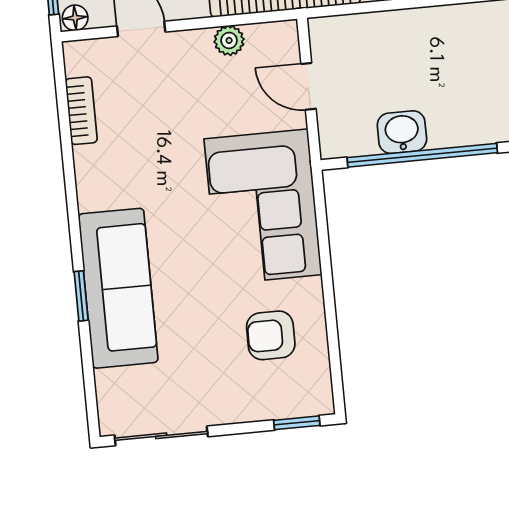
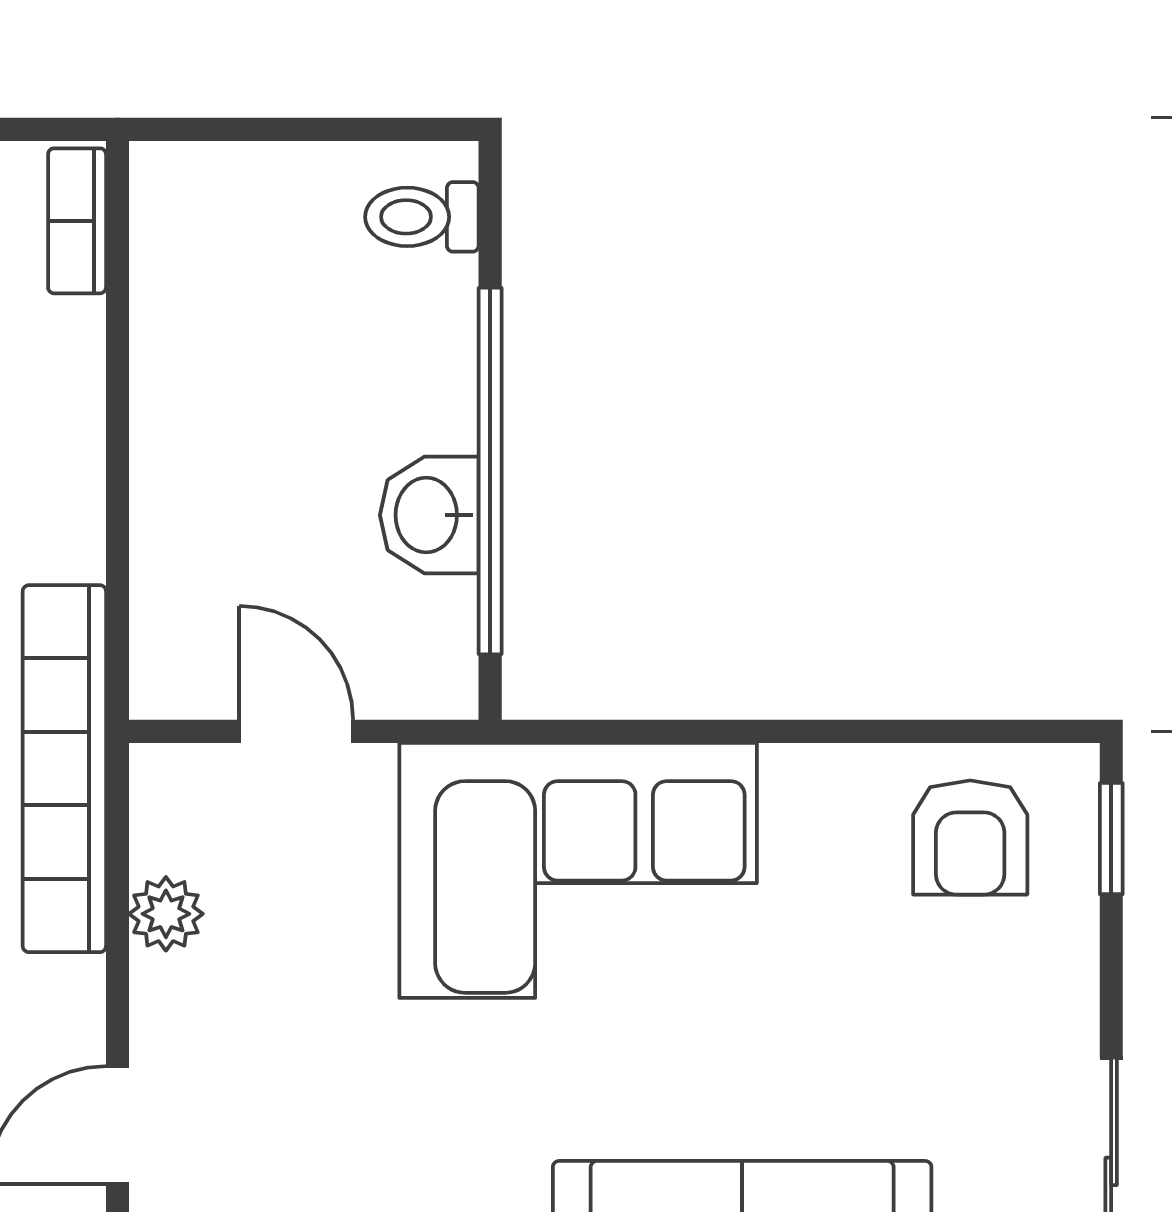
door: (309, 86) -> (296, 731), swing flipped
armchair: (271, 335) -> (970, 837), moved

